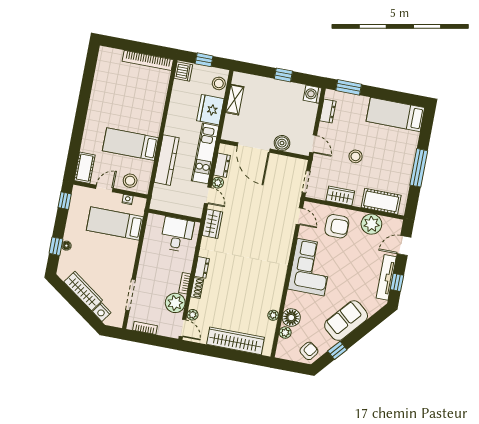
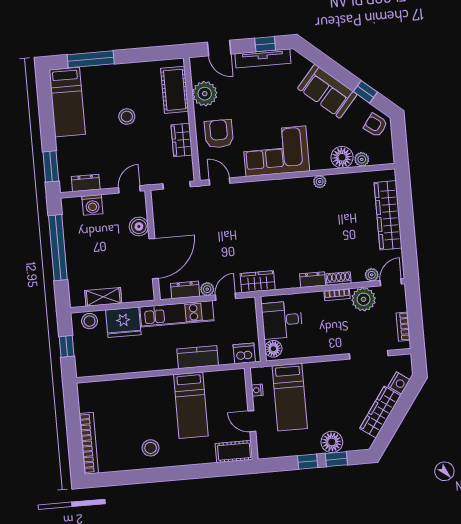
bookcase: (148, 60) -> (89, 443), moved
dishwasher: (183, 72) -> (244, 353), moved
window: (283, 75) -> (58, 248), width x3.17
washing machine: (313, 94) -> (92, 205), moved
stool: (356, 156) -> (127, 117), moved
kitchen counter: (167, 160) -> (198, 357), width x0.67
window: (419, 168) -> (91, 59), moved
stool: (130, 181) -> (151, 448), moved
window: (65, 201) -> (308, 462), moved
door: (299, 216) -> (220, 181), hinge flipped
floor lamp: (156, 221) -> (273, 349), added
floor lamp: (66, 246) -> (332, 442), width x1.89, depth x1.89
plant: (273, 315) -> (320, 182), moved

